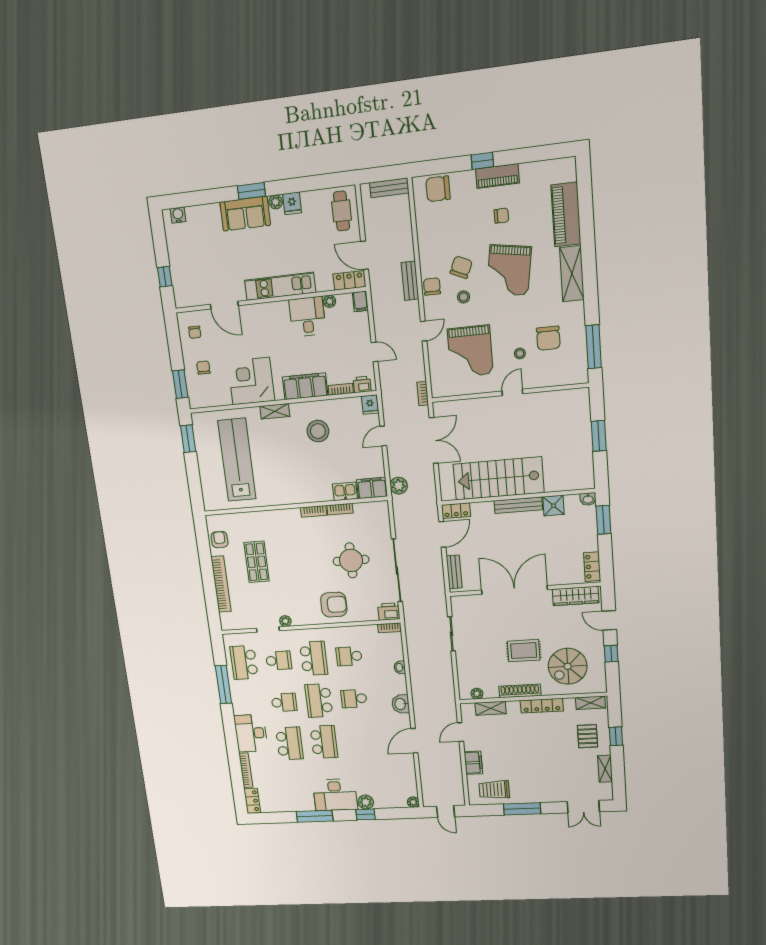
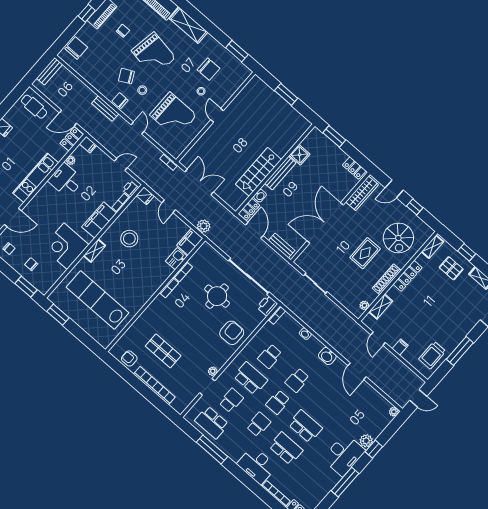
chair: (438, 189) -> (76, 48), turned 180
chair: (461, 267) -> (126, 76), turned -51
window: (594, 347) -> (237, 51), width x0.69
stairs: (498, 478) -> (258, 172), width x0.73, depth x0.66
washbasin: (588, 499) -> (260, 196), moved
school desk: (319, 700) -> (278, 402), width x0.54
filing cabinet: (473, 763) -> (400, 347), width x0.50

